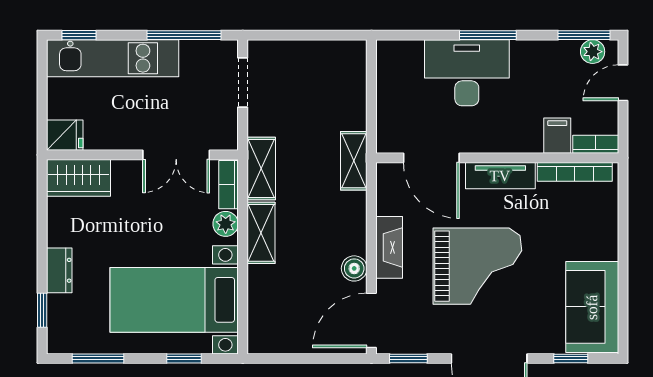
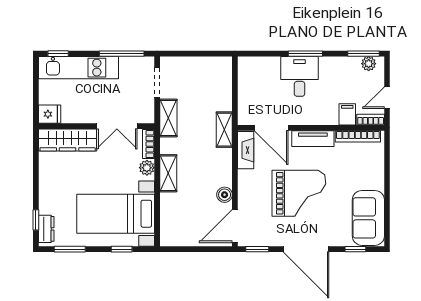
desk: (467, 73) -> (300, 76), width x0.73
door: (623, 83) -> (387, 98), moved
shelving: (261, 169) -> (168, 118), moved
wardrobe: (78, 178) -> (68, 140), width x1.50
fireplace: (389, 247) -> (246, 150), moved
dresser: (59, 270) -> (46, 229), moved

